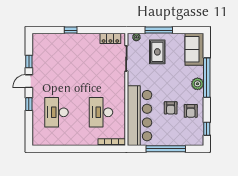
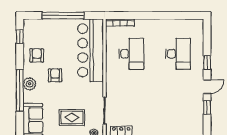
rug: (157, 52) -> (72, 117), turned 90
armchair: (171, 108) -> (55, 75), moved

